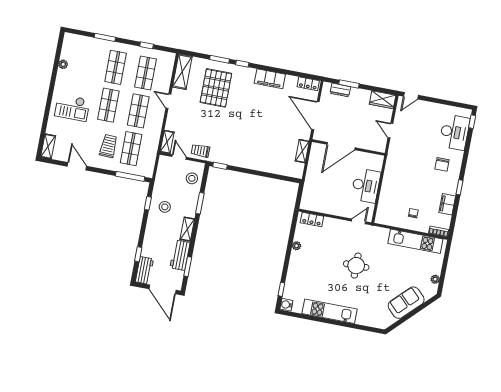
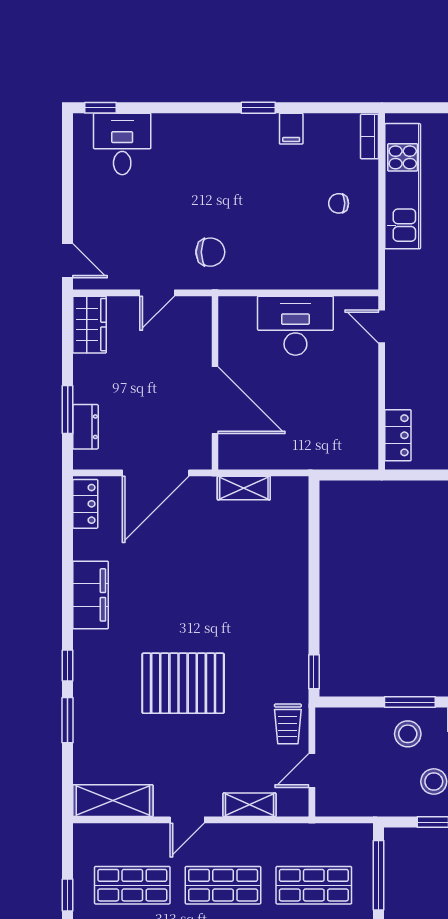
pallet: (216, 88) -> (183, 683), moved
desk: (454, 132) -> (122, 144), width x0.73
shelving: (167, 142) -> (250, 805), moved
chair: (442, 164) -> (210, 252), moved
stool: (192, 178) -> (408, 734), moved
filing cabinet: (447, 204) -> (291, 129), width x0.50

